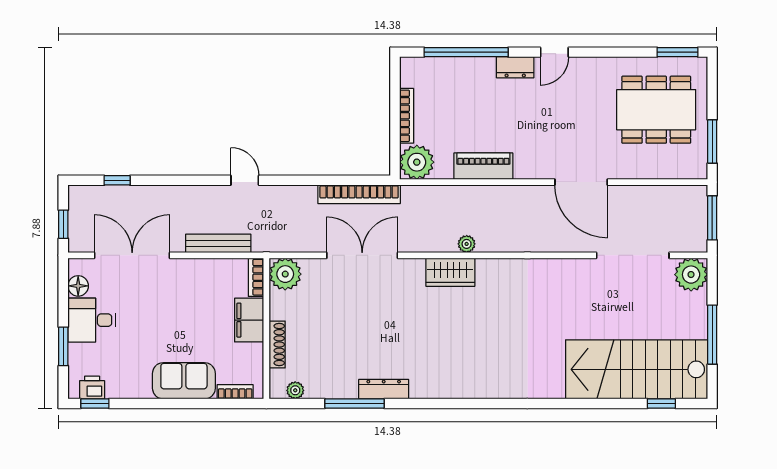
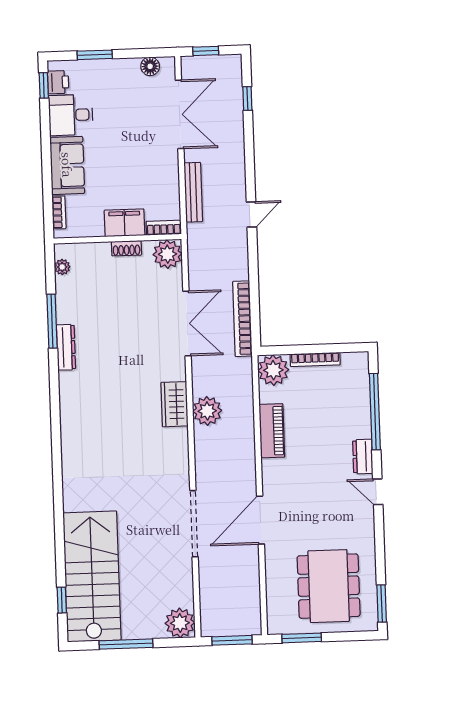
plant: (467, 244) -> (207, 411), width x1.88, depth x1.88
doorway: (633, 255) -> (194, 524), moved
desk: (92, 320) -> (71, 115), moved, turned -90
shoe rack: (277, 345) -> (126, 248), moved, width x0.70

